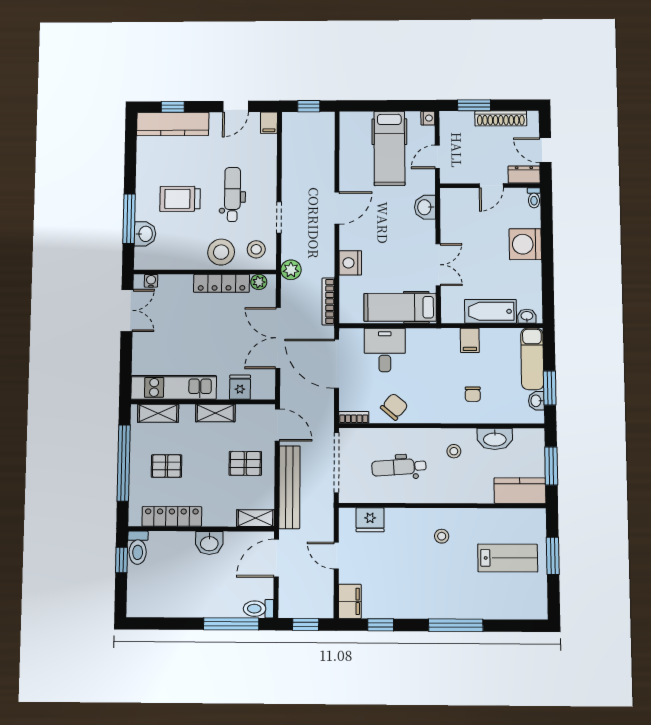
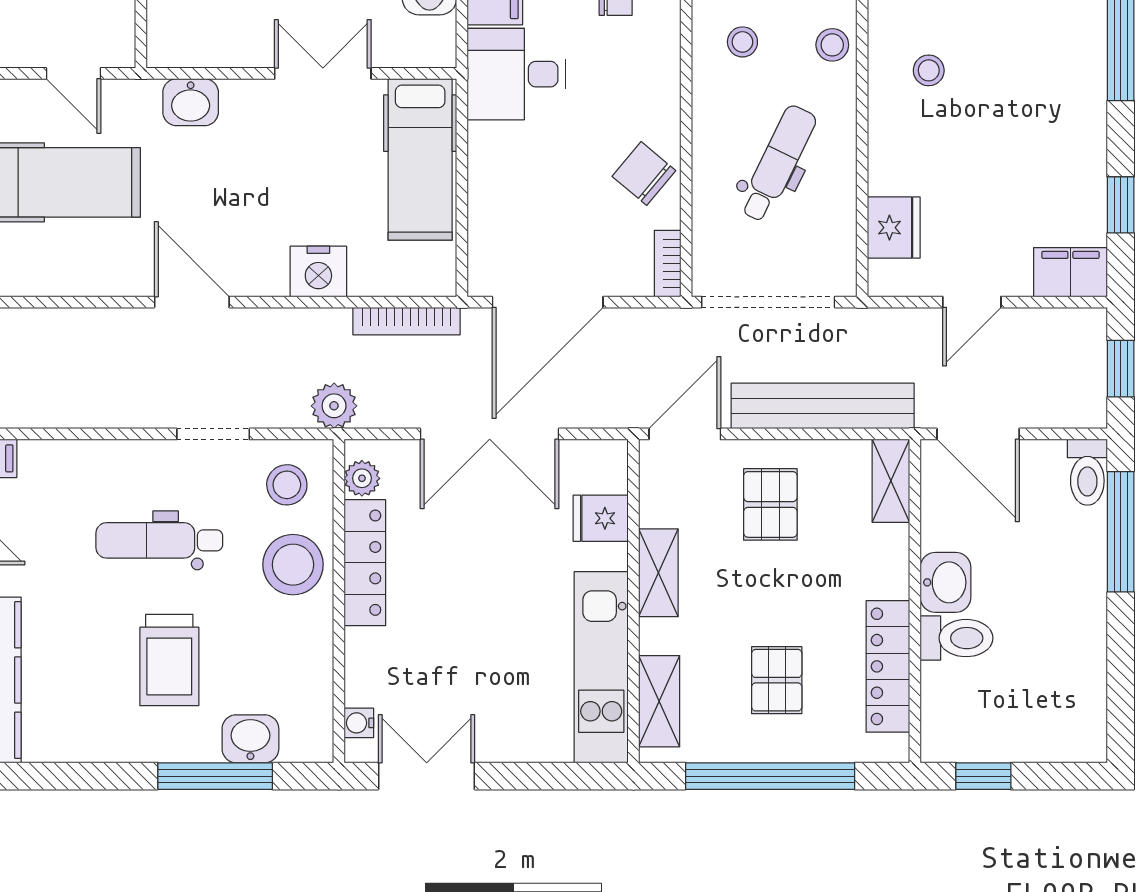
desk: (385, 350) -> (516, 74), moved
dental chair: (399, 467) -> (778, 164), turned -150
stool: (453, 492) -> (832, 45), added
toilet: (138, 548) -> (957, 638), moved

